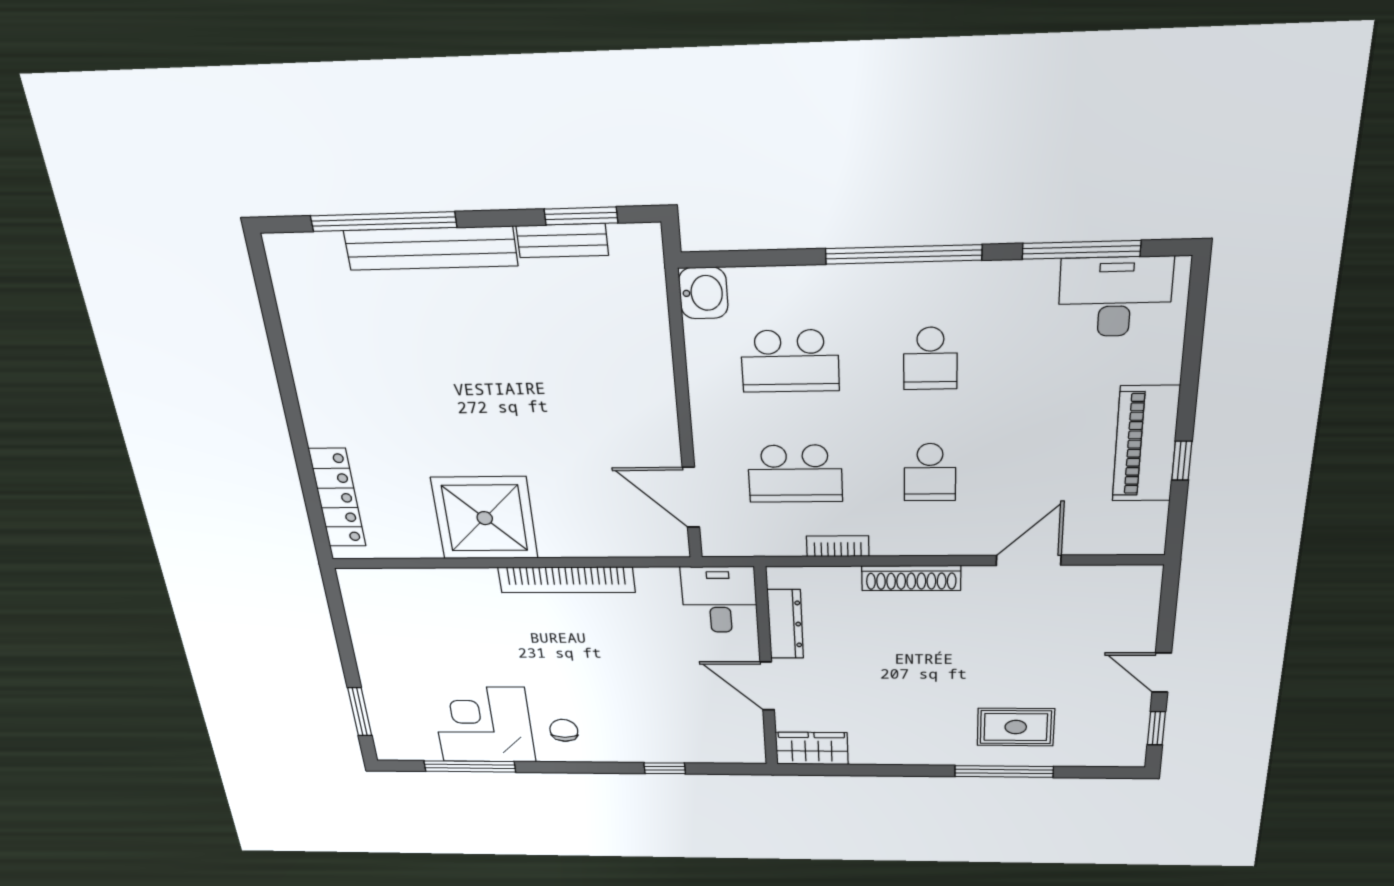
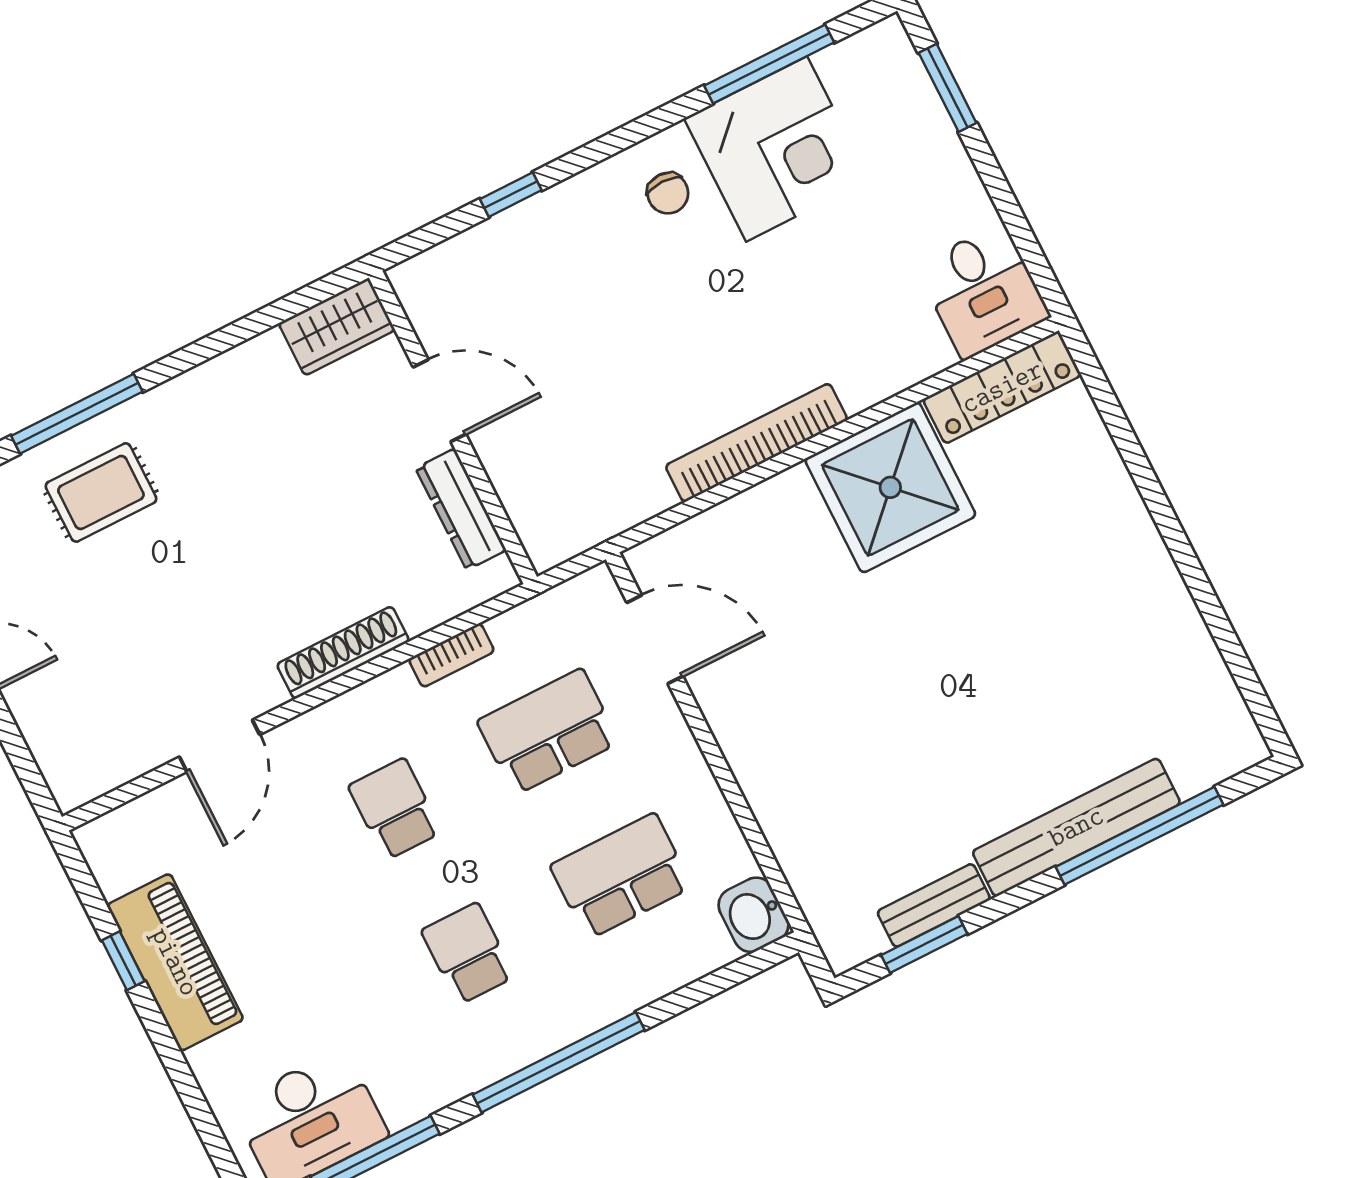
locker: (337, 498) -> (1002, 387), moved, turned -90
desk: (719, 600) -> (983, 291), moved

